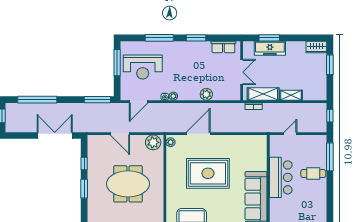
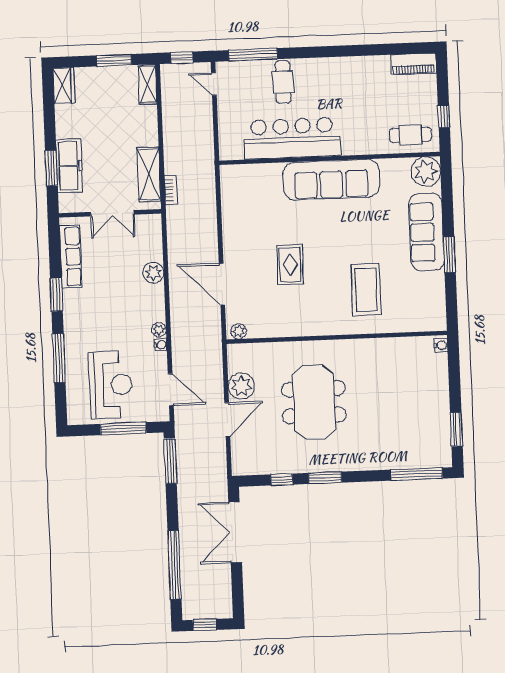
row of seats: (223, 47) -> (71, 257), width x1.48
window: (117, 63) -> (123, 429), moved
window: (330, 65) -> (114, 60), moved
double door: (242, 72) -> (112, 213), swing flipped
shelving: (291, 95) -> (147, 84), moved
door: (290, 134) -> (214, 84), moved
plant: (153, 142) -> (241, 386), moved
rug: (208, 173) -> (290, 265), width x0.54, depth x0.49
bar counter: (281, 177) -> (292, 138), width x1.36

